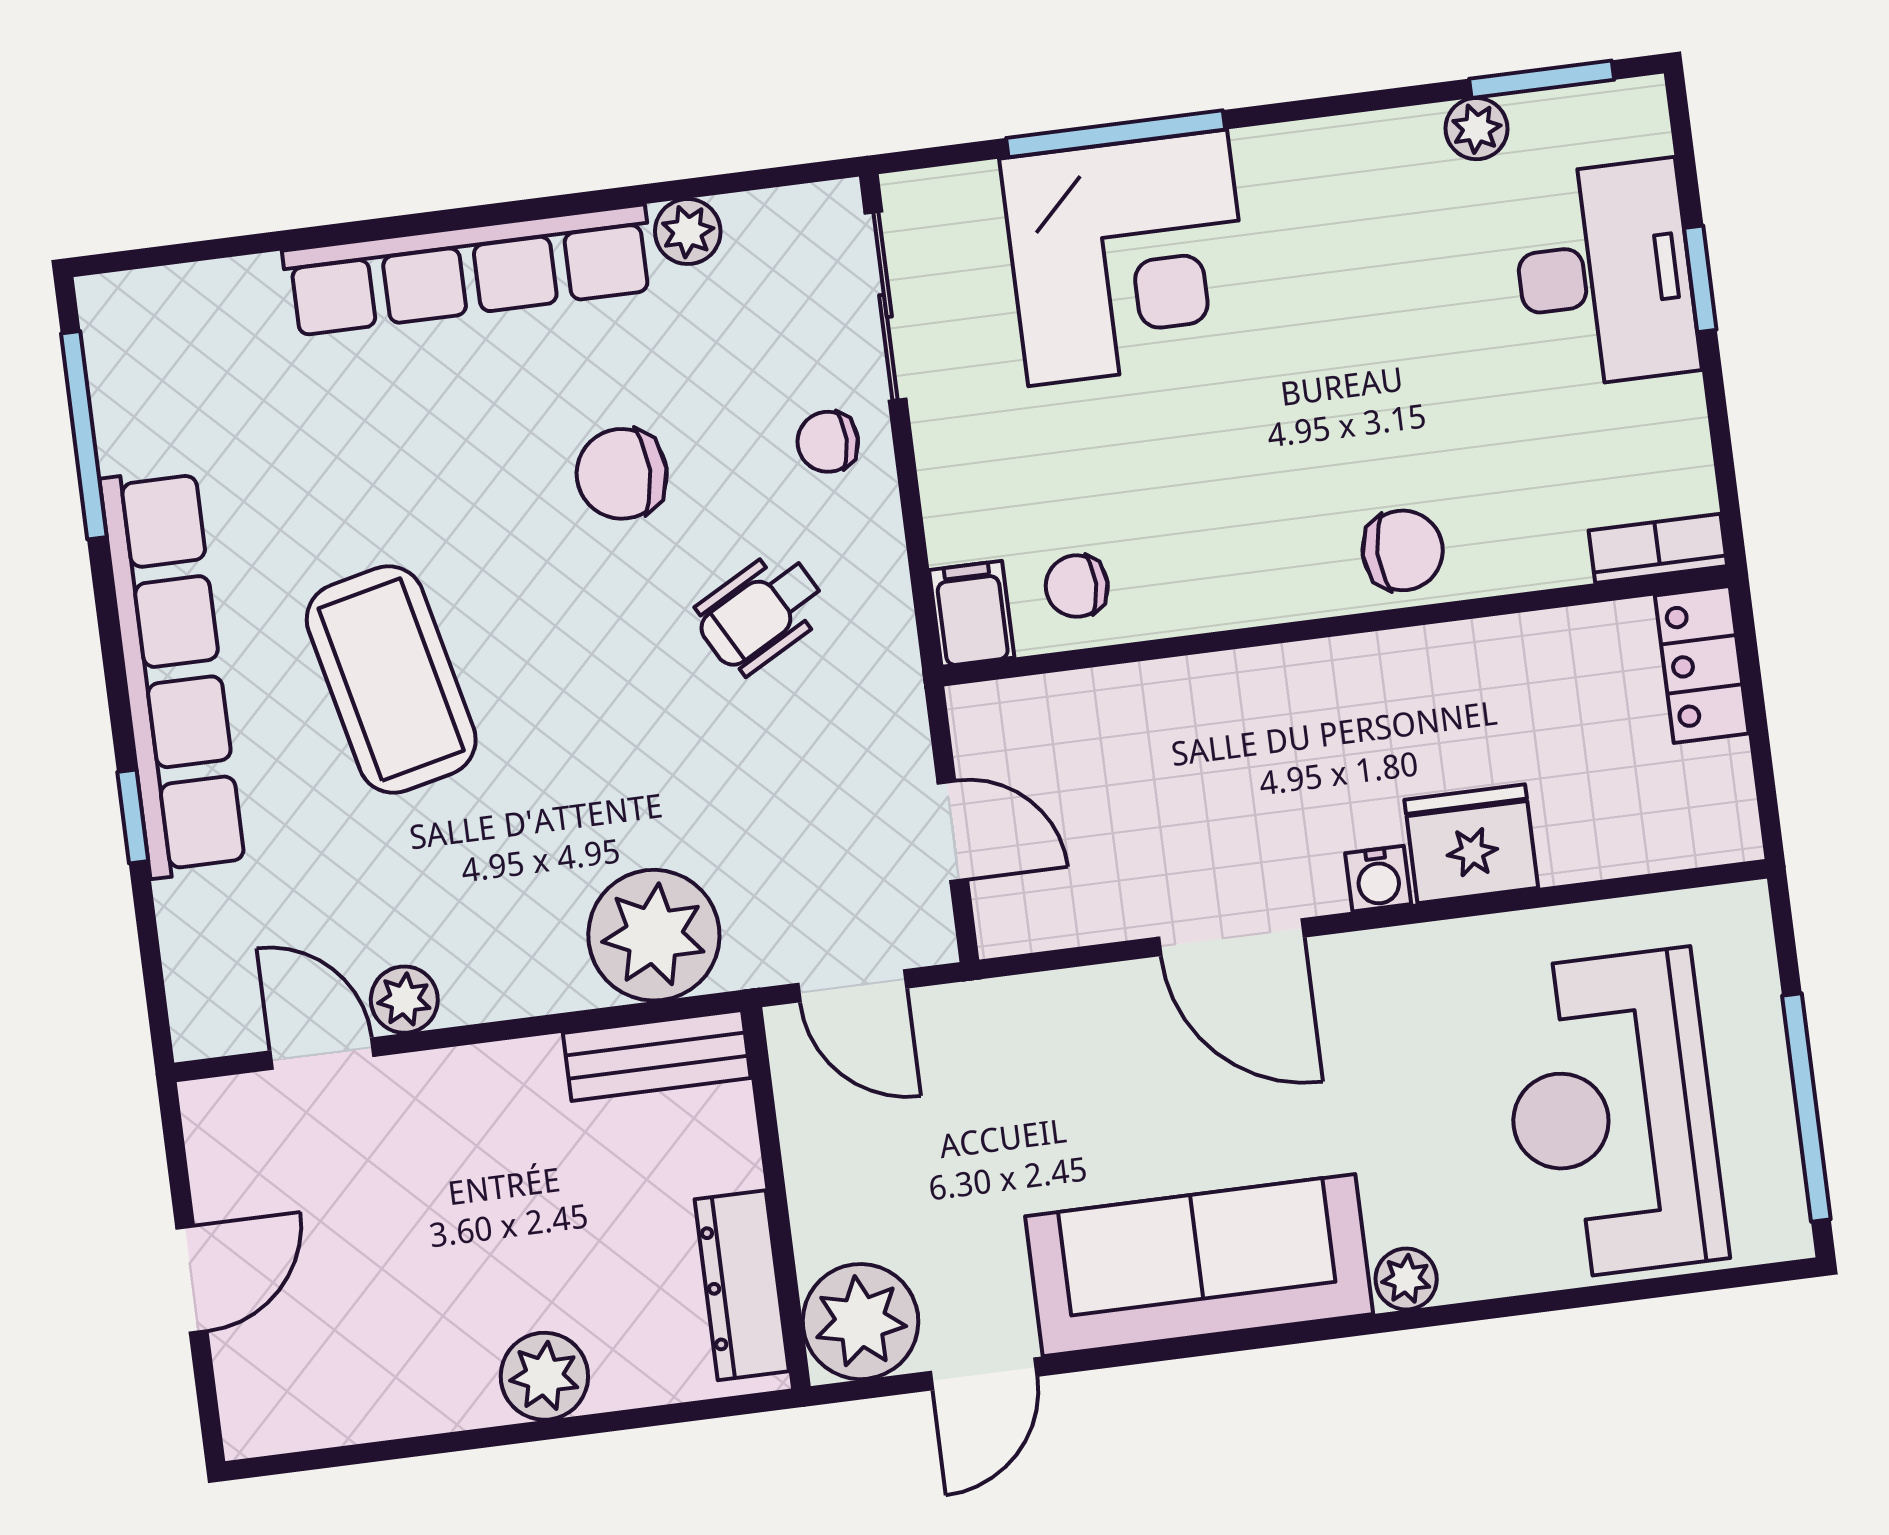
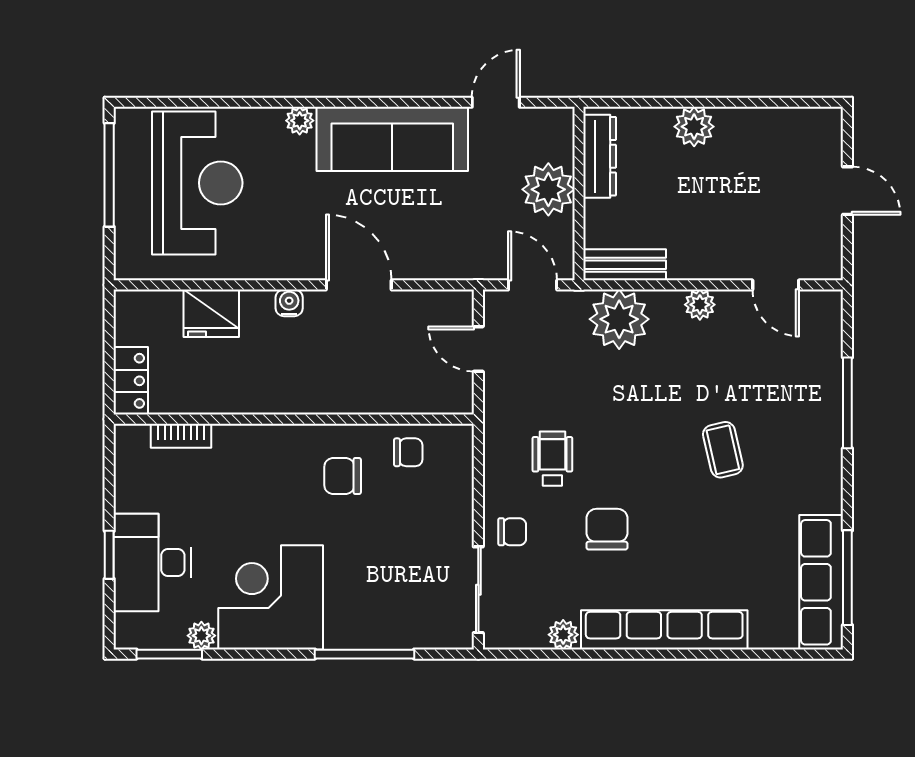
corner desk: (1128, 258) -> (271, 597), moved
chair: (622, 474) -> (607, 529), turned -90
bookcase: (1658, 548) -> (181, 436), moved
chair: (1403, 550) -> (343, 476), moved
wheelchair: (760, 612) -> (552, 459), turned -61
filing cabinet: (972, 614) -> (457, 446), removed
row of seats: (172, 673) -> (821, 582), moved, width x0.73
coffee table: (391, 680) -> (723, 450), width x0.54, depth x0.58
window: (133, 817) -> (847, 403), width x2.17
fridge: (1471, 844) -> (211, 313), moved
plant: (404, 1000) -> (700, 305), moved
door: (192, 1279) -> (847, 191), swing flipped
plant: (861, 1322) -> (548, 189), moved

